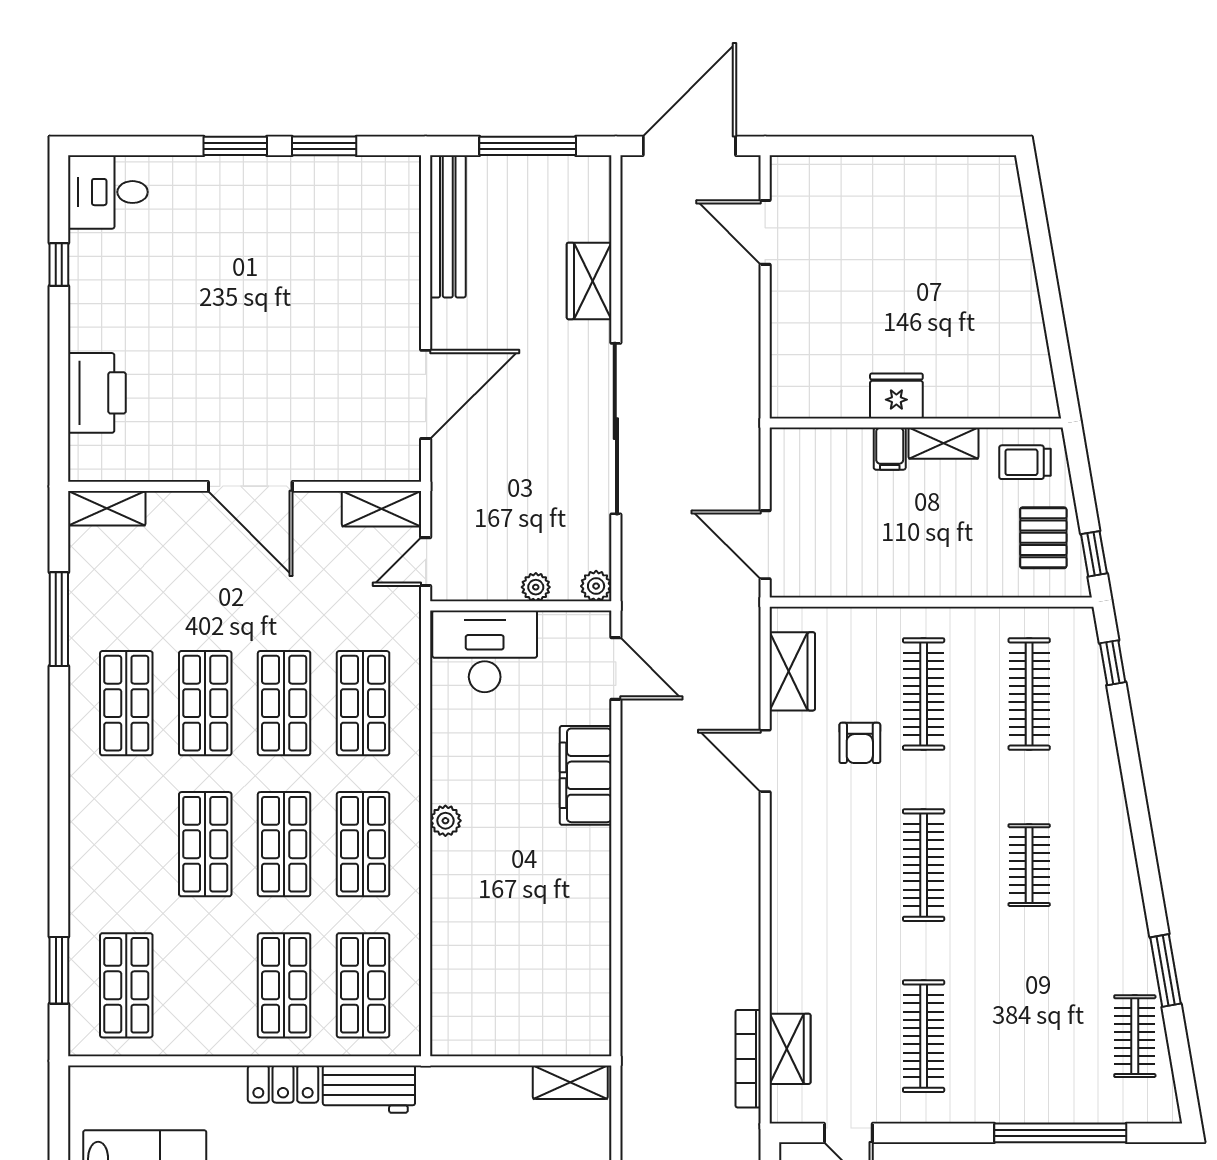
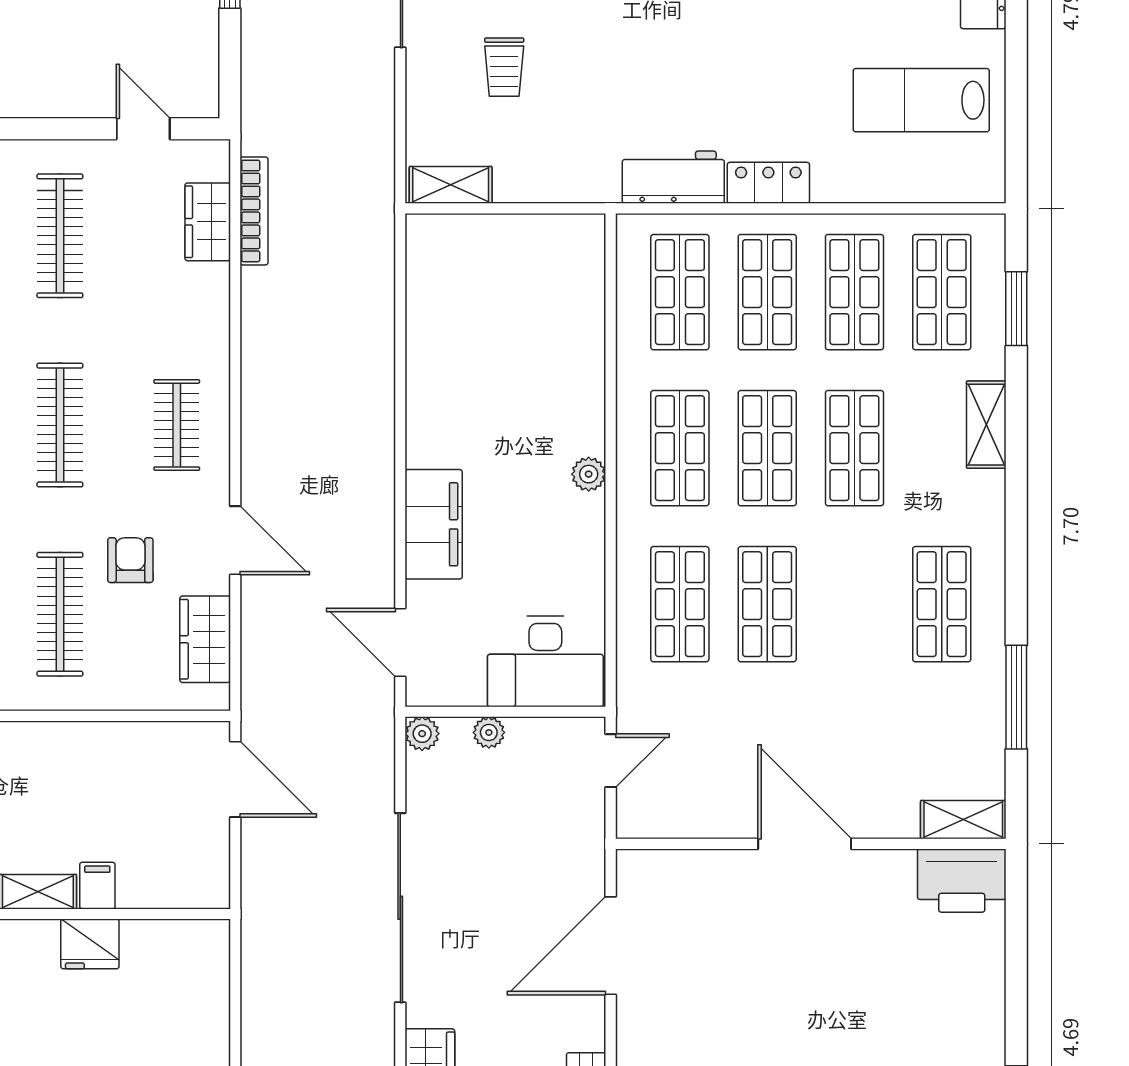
printer: (97, 393) -> (962, 881), moved, turned -90
shelving: (382, 509) -> (986, 425), moved, turned 90
shop shelf: (205, 703) -> (854, 292), moved
clothes rail: (818, 865) -> (177, 425), added

